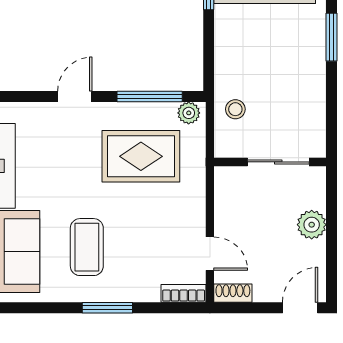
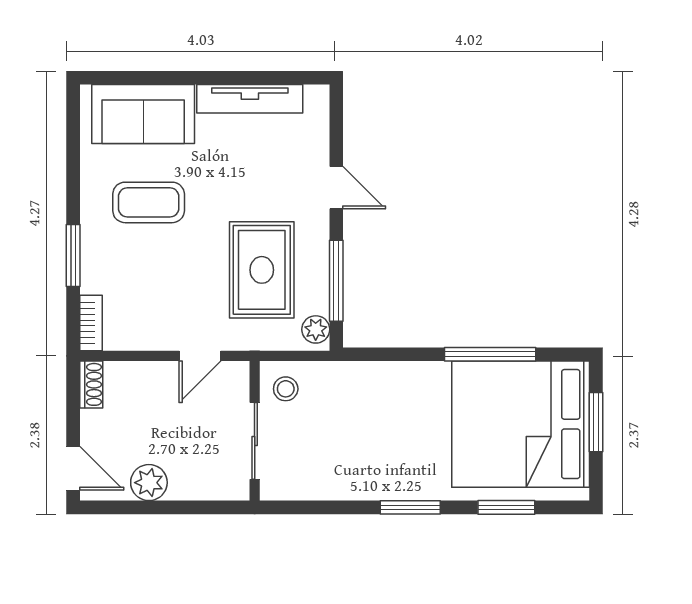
stool: (235, 109) -> (286, 389), moved
plant: (312, 225) -> (149, 483), moved
door: (210, 254) -> (200, 356), moved
window: (107, 308) -> (73, 256), moved

